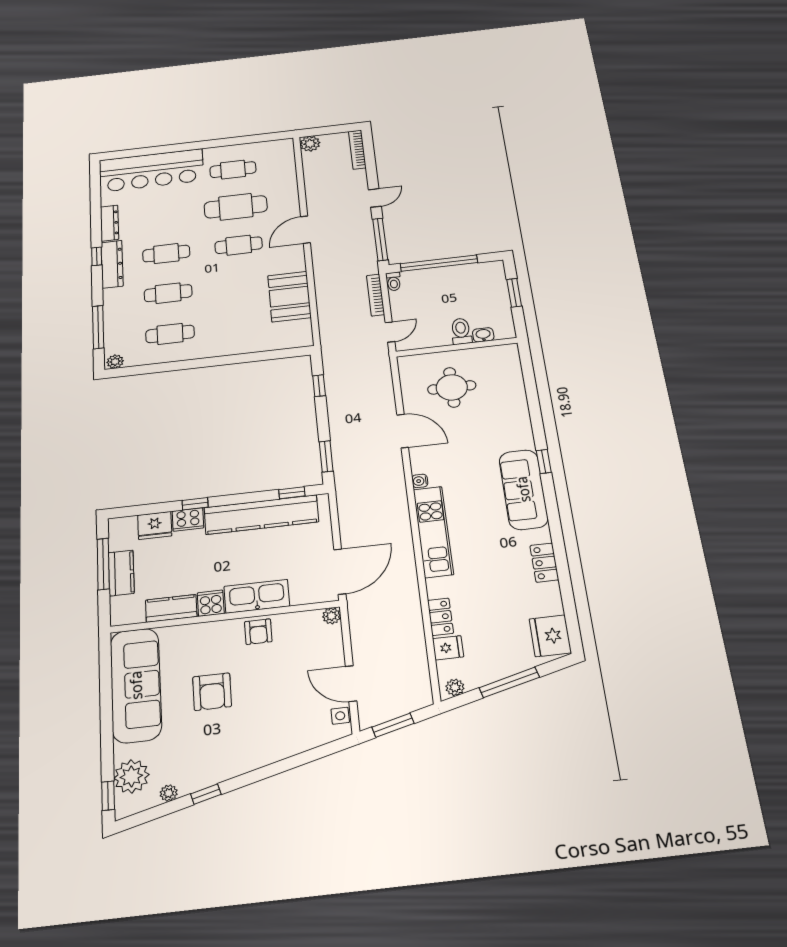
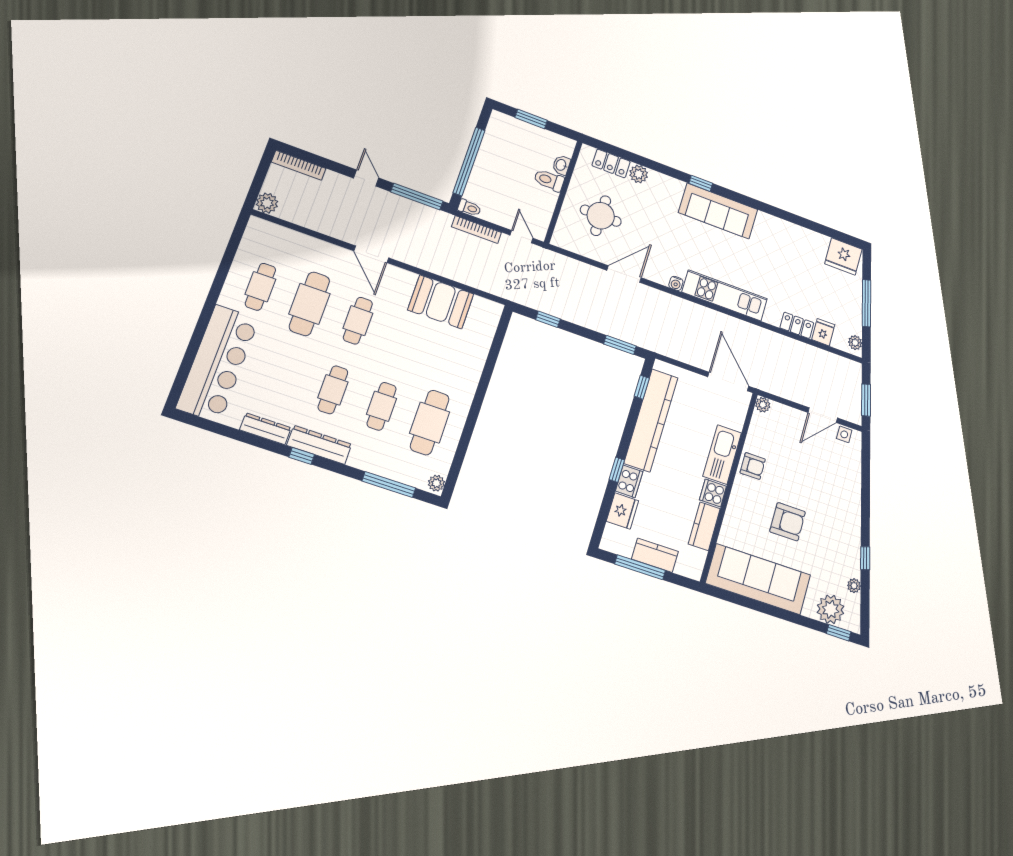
cafe table: (170, 334) -> (430, 423), width x1.37, depth x1.35
plant: (517, 402) -> (639, 174), added
locker: (544, 563) -> (611, 163), moved

